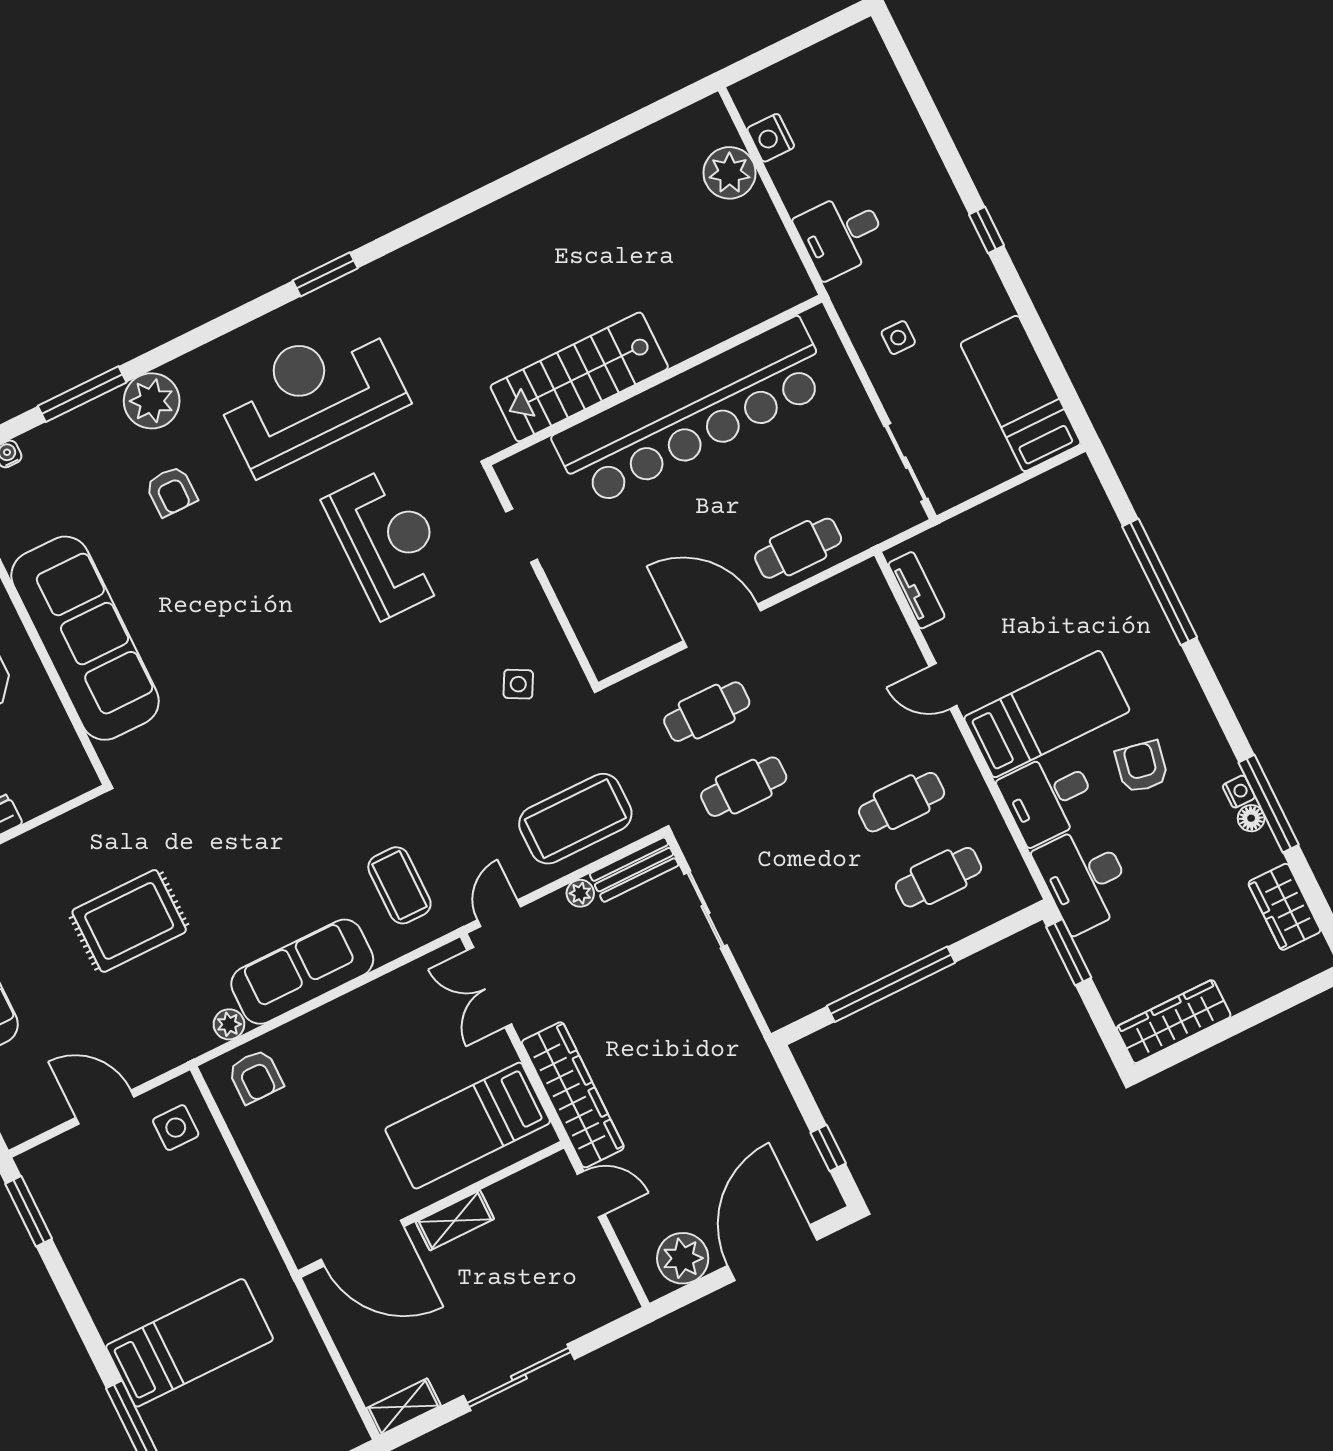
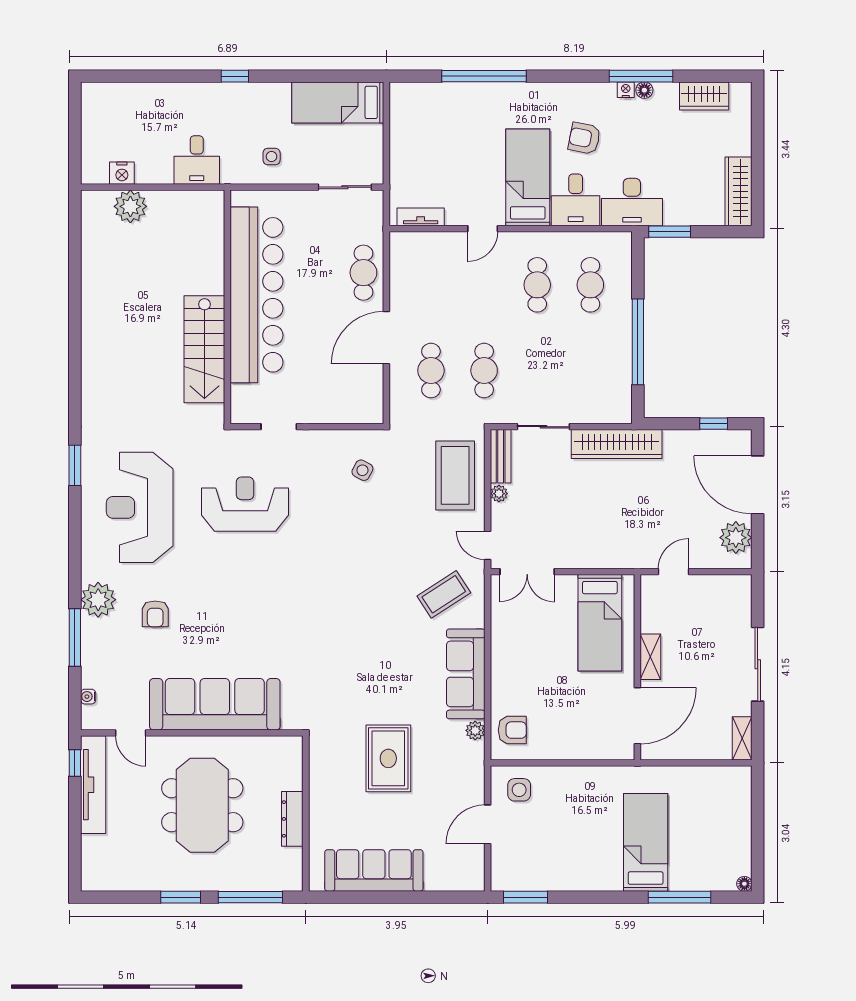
armchair: (171, 491) -> (155, 614), turned 90
coffee table: (399, 885) -> (444, 594), turned -33
wardrobe: (573, 1095) -> (617, 444), moved, turned 180

